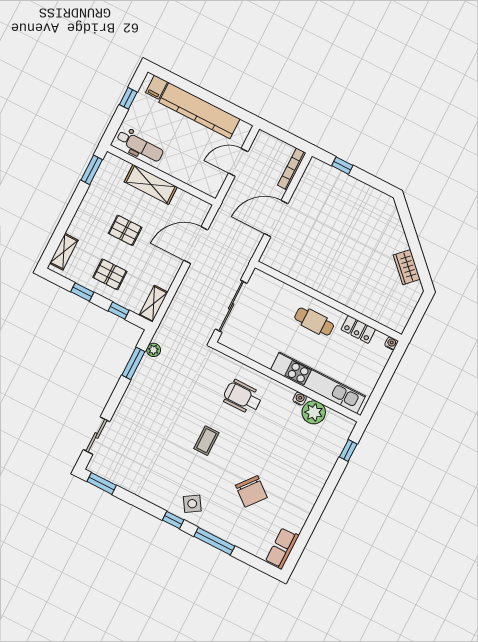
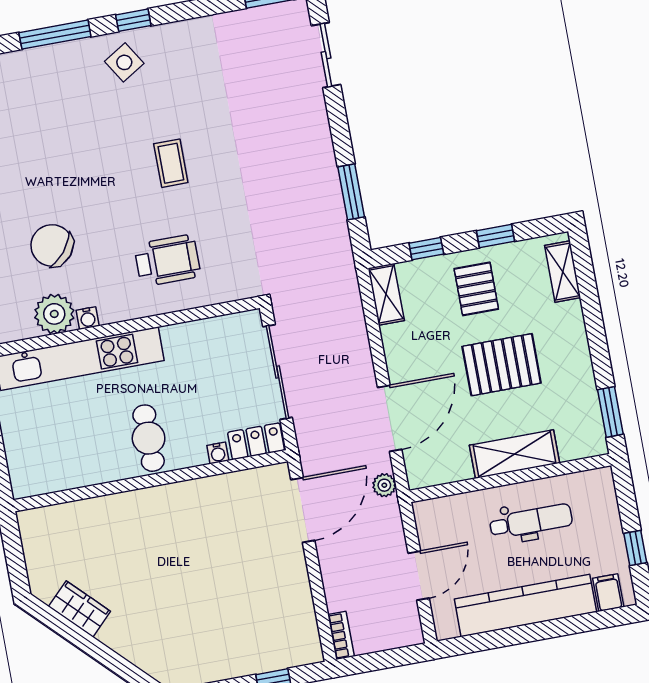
dental chair: (140, 146) -> (531, 521), moved, turned 180
bookcase: (292, 169) -> (341, 635), width x0.64
door: (276, 219) -> (303, 510), moved
pallet: (125, 230) -> (502, 365), width x1.50, depth x1.42
pallet: (110, 274) -> (476, 289), turned 90
cafe table: (314, 322) -> (149, 438), turned 90
locker: (358, 329) -> (256, 441), moved
water cooler: (391, 343) -> (218, 453), moved
plant: (154, 350) -> (384, 485), moved
chair: (251, 491) -> (52, 245), moved

